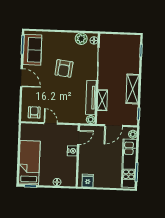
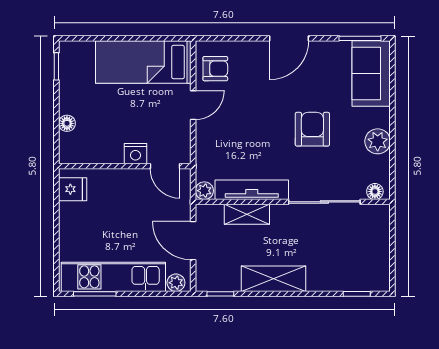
plant: (81, 39) -> (378, 141), moved
sofa: (32, 50) -> (371, 74), moved, turned 90
armchair: (64, 68) -> (312, 129), turned 83
bed: (29, 163) -> (143, 62), moved, turned 180

